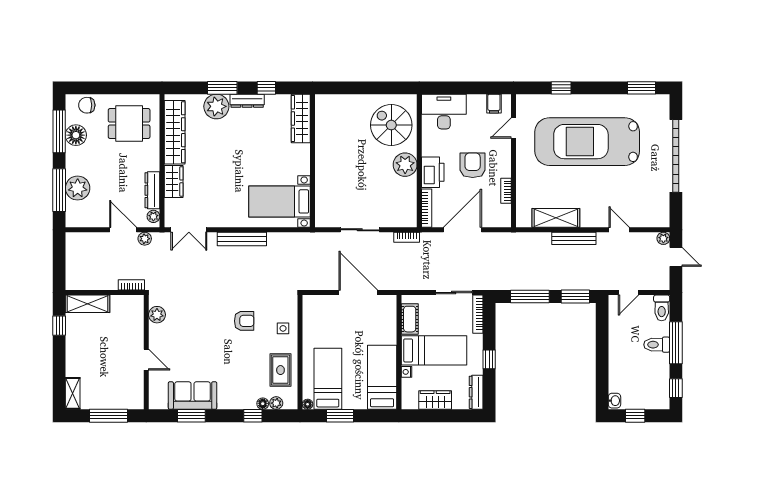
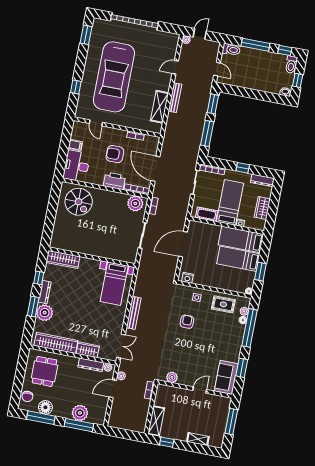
filing cabinet: (494, 104) -> (75, 145), moved
spiral stairs: (391, 125) -> (79, 202), turned -90
plant: (405, 165) -> (135, 203), moved
nightstand: (310, 309) -> (187, 278), added
toilet: (657, 345) -> (291, 65), moved
bed: (328, 379) -> (238, 259), moved
shelving: (73, 393) -> (198, 439), moved
sofa: (193, 396) -> (226, 377), moved
window: (253, 416) -> (250, 328), width x3.17

